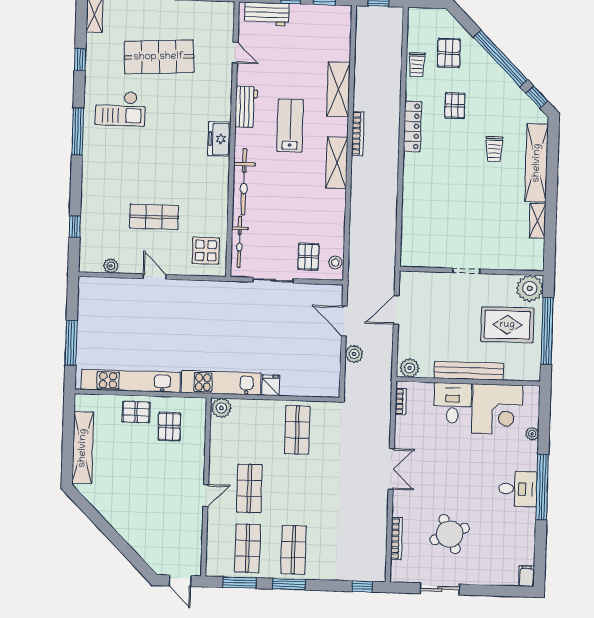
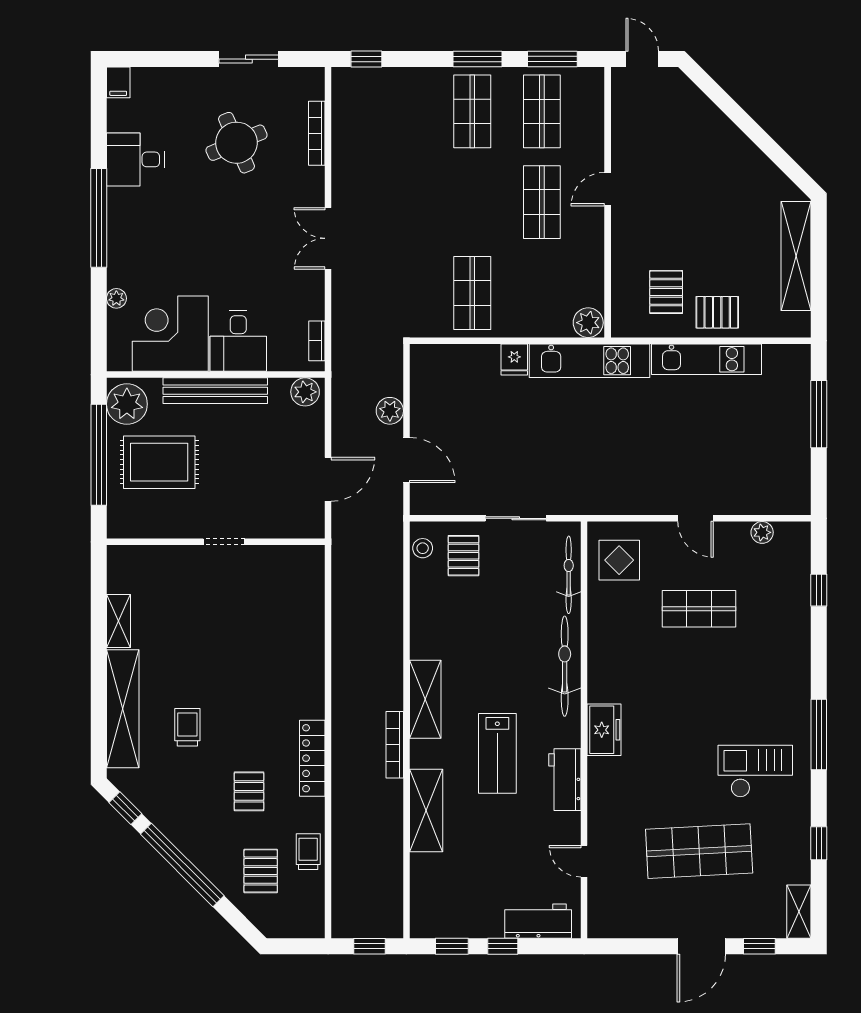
plant: (530, 288) -> (127, 404), moved
kitchen unit: (131, 381) -> (707, 359), width x0.73
desk: (518, 489) -> (135, 159), moved

